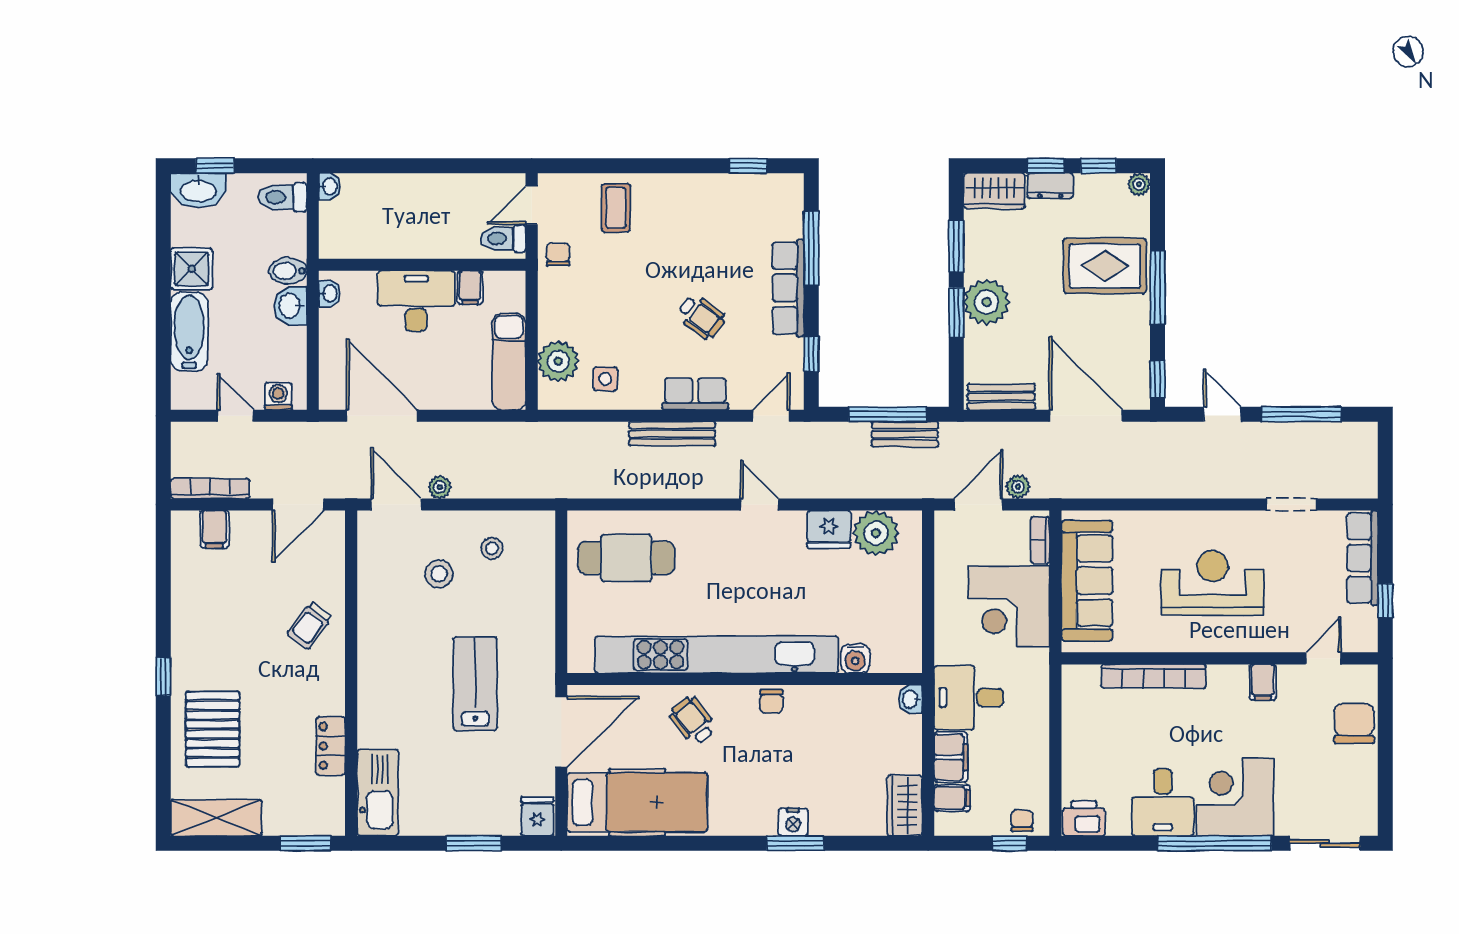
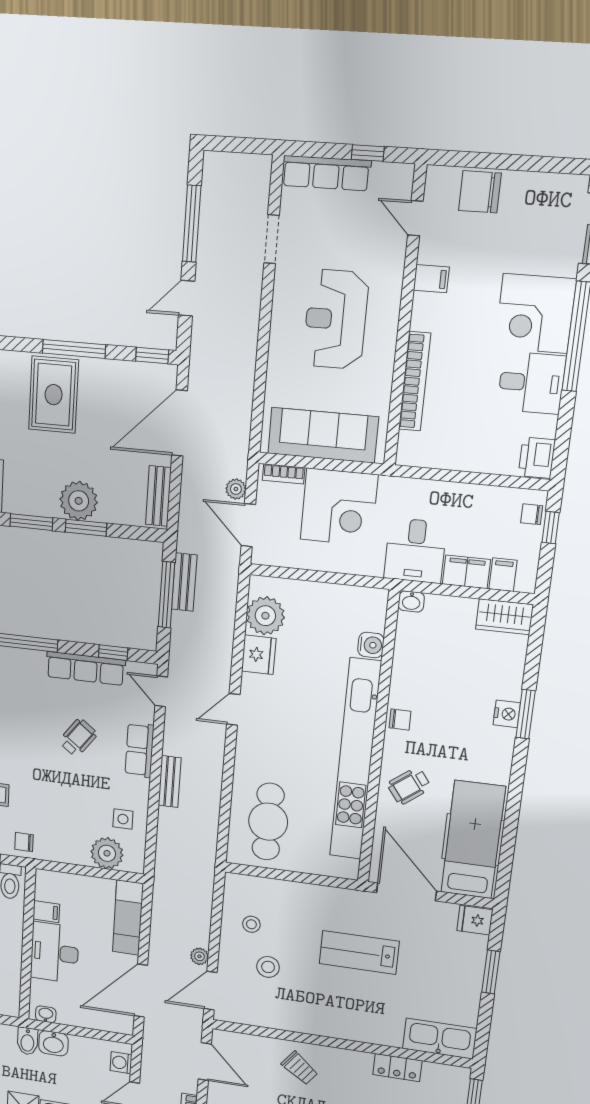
row of seats: (788, 288) -> (86, 668), moved
exam couch: (509, 362) -> (128, 918), moved, turned 90
bench: (672, 434) -> (170, 782), width x0.73

